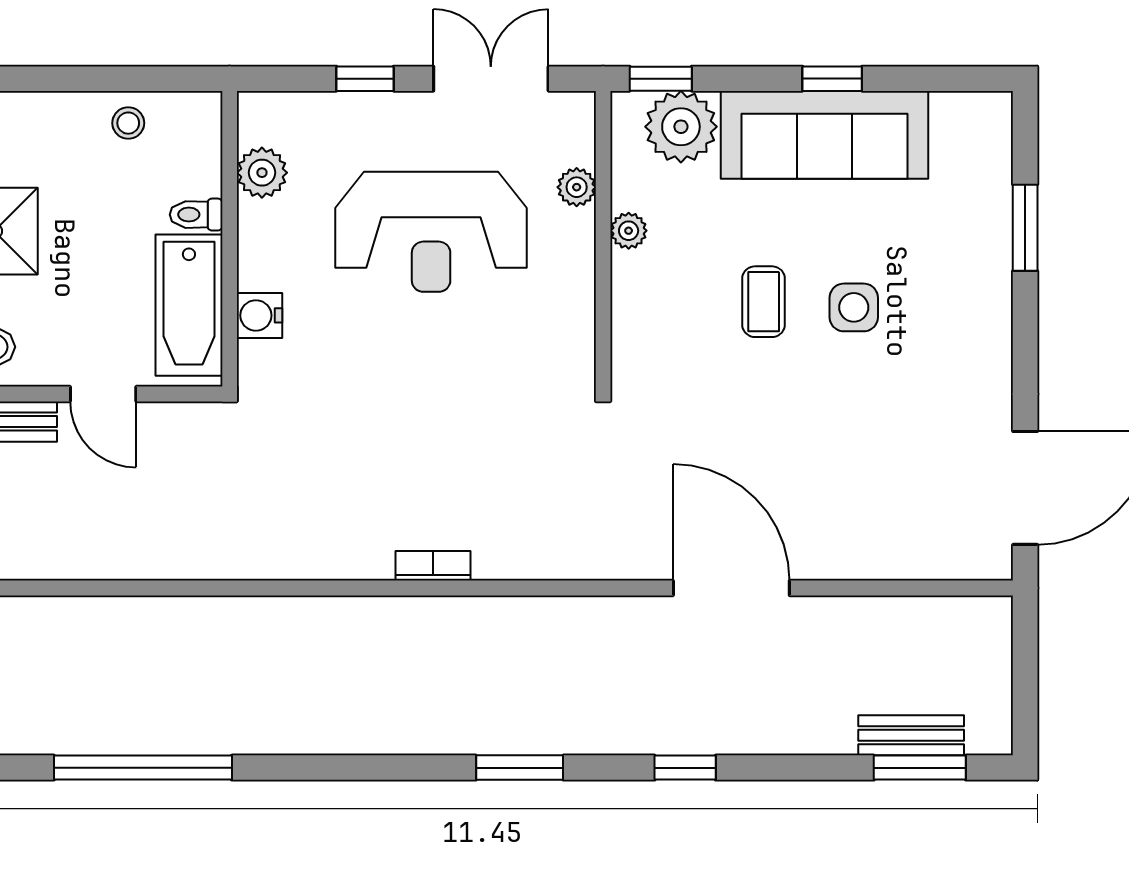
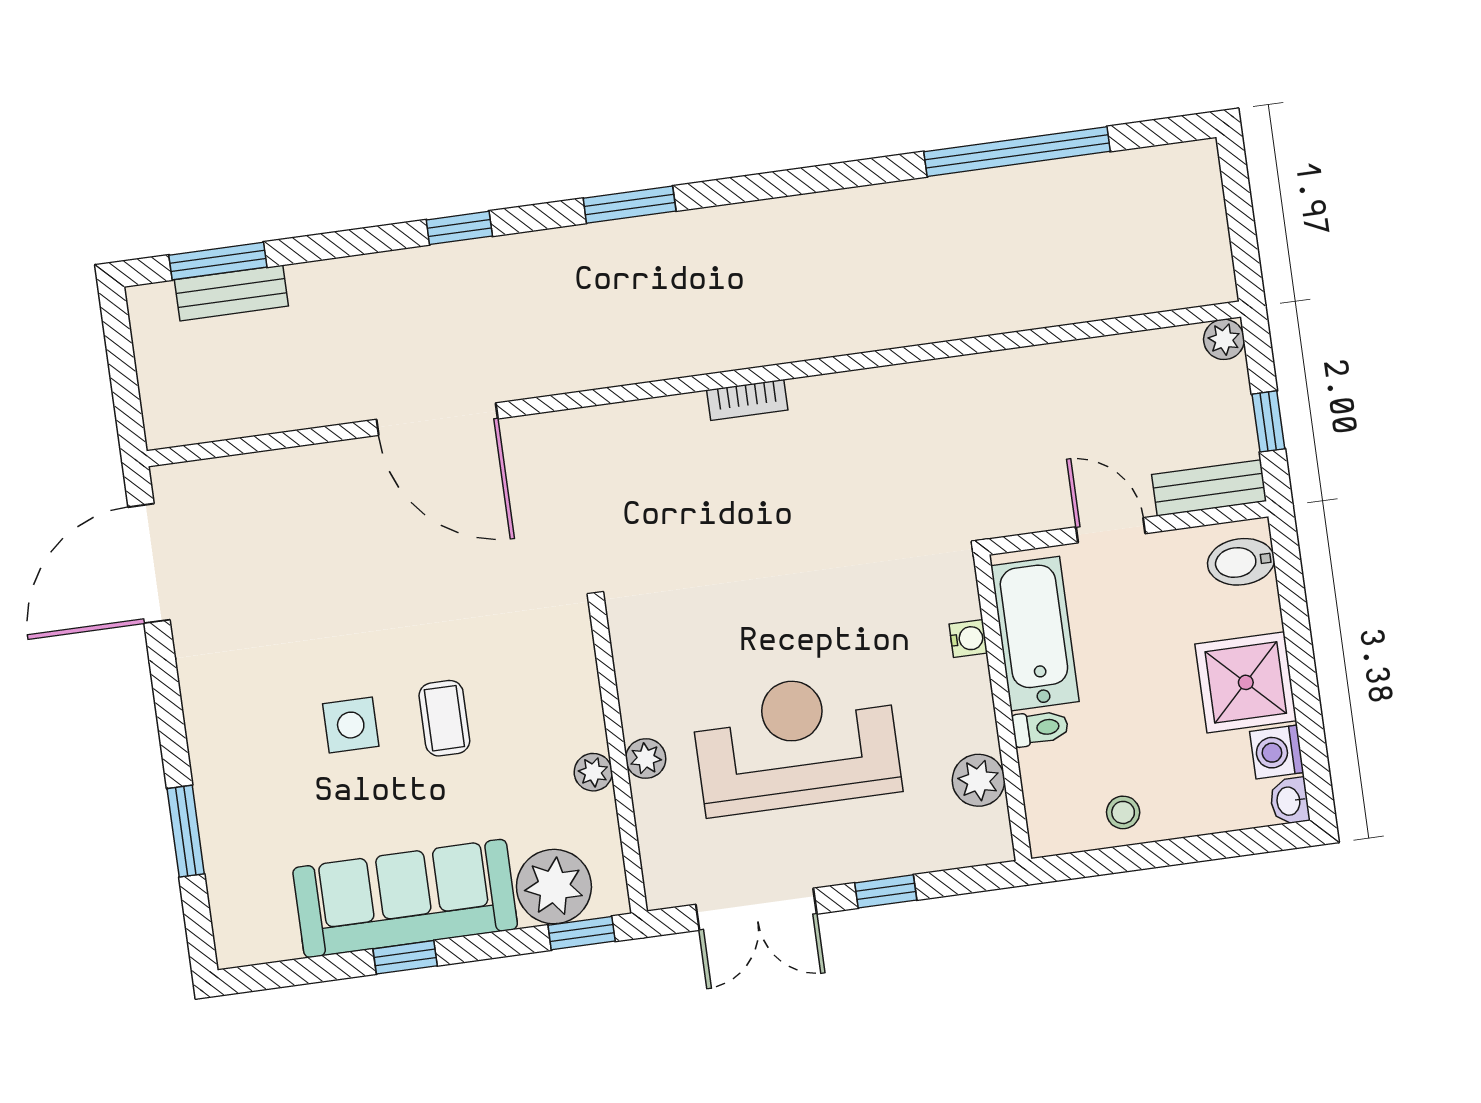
plant: (577, 187) -> (646, 759), moved
water cooler: (259, 315) -> (968, 639), width x0.72, depth x0.72

